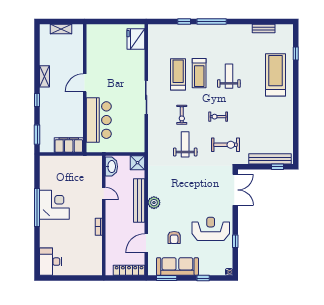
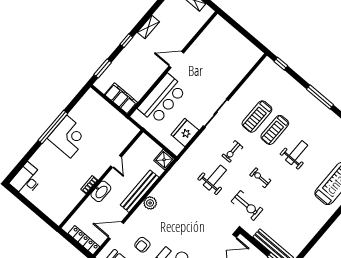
window: (184, 22) -> (281, 64), moved
fridge: (136, 39) -> (185, 132), moved
treadmill: (178, 74) -> (257, 117), turned 180
washbasin: (111, 167) -> (101, 191), moved

